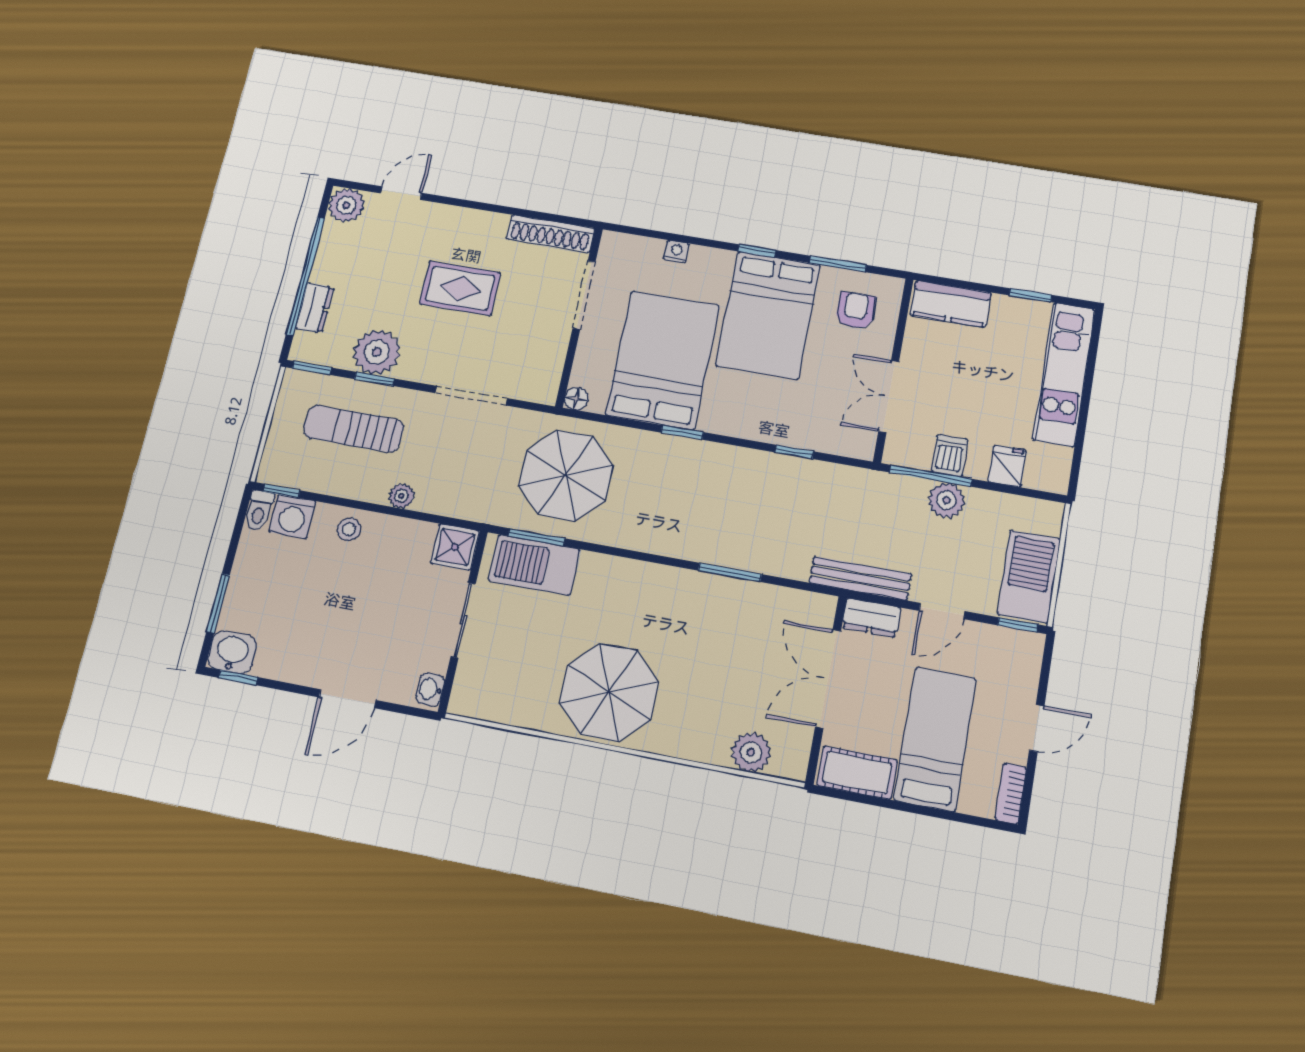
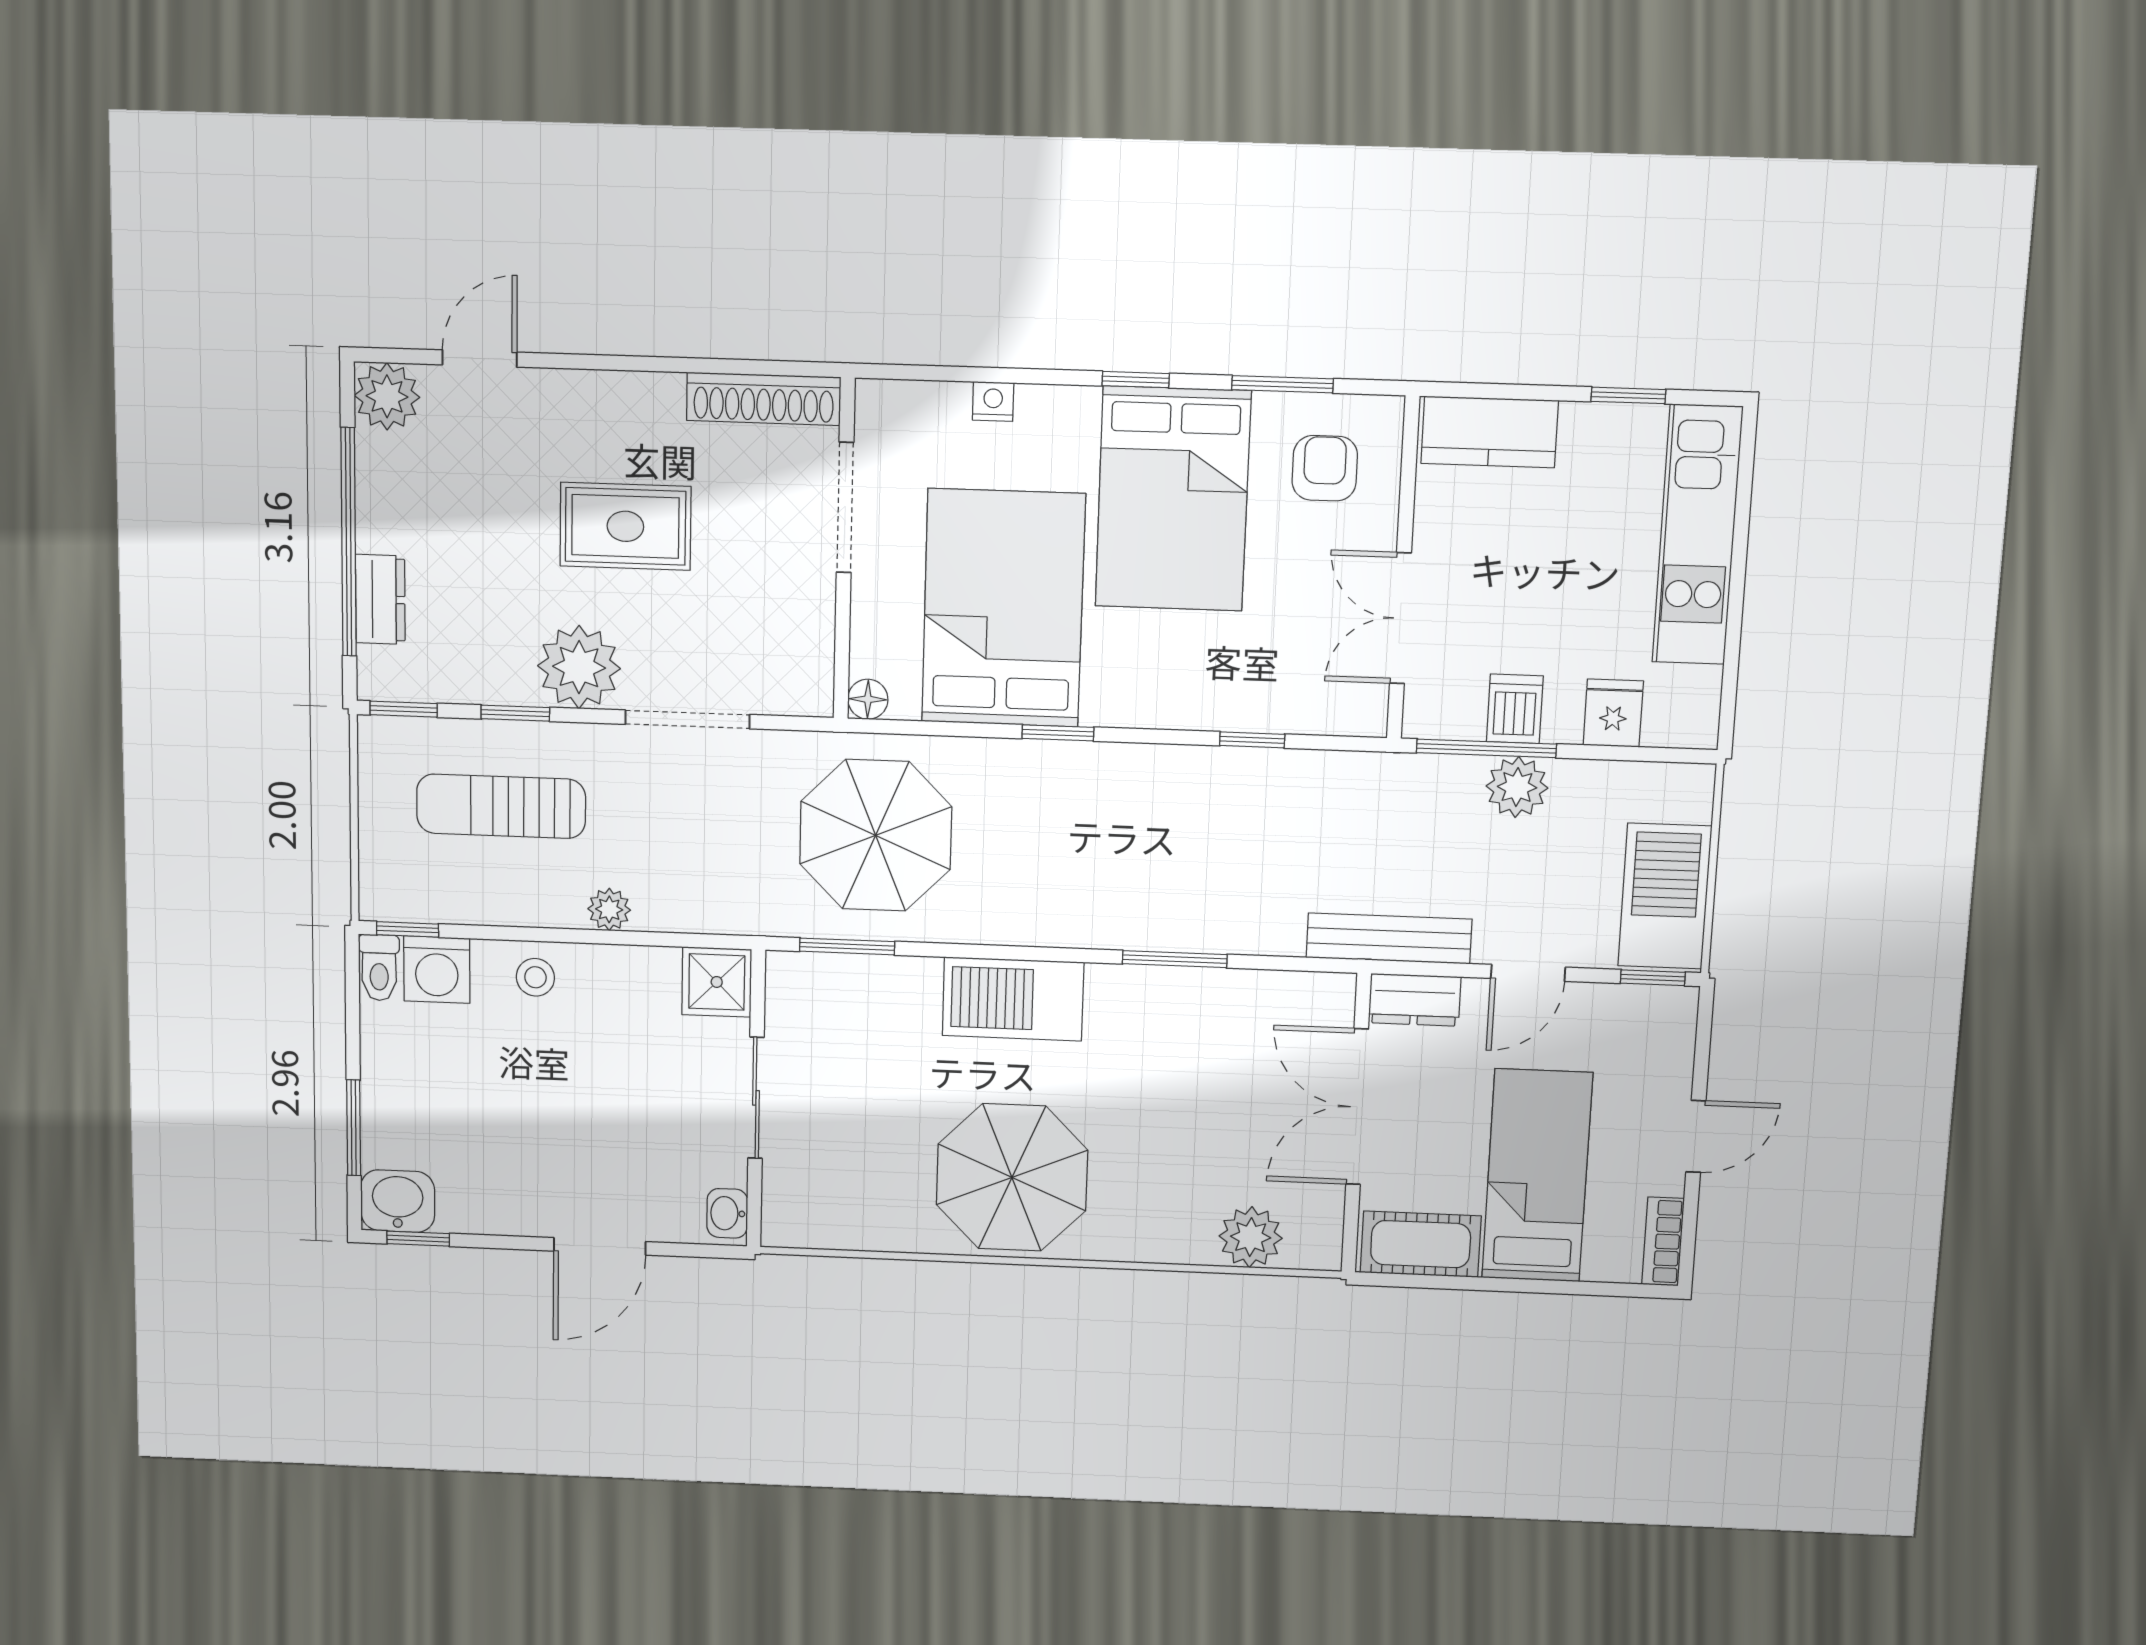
plant: (377, 352) -> (579, 667), moved
barbecue: (534, 565) -> (1013, 999), moved

